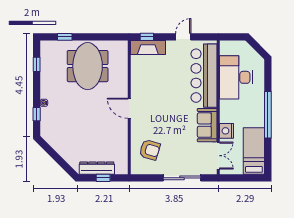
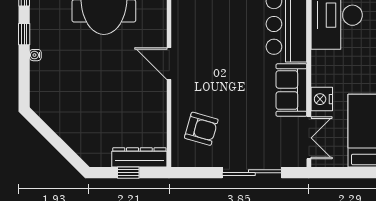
window: (37, 114) -> (24, 34), moved
dresser: (97, 168) -> (139, 157), moved

